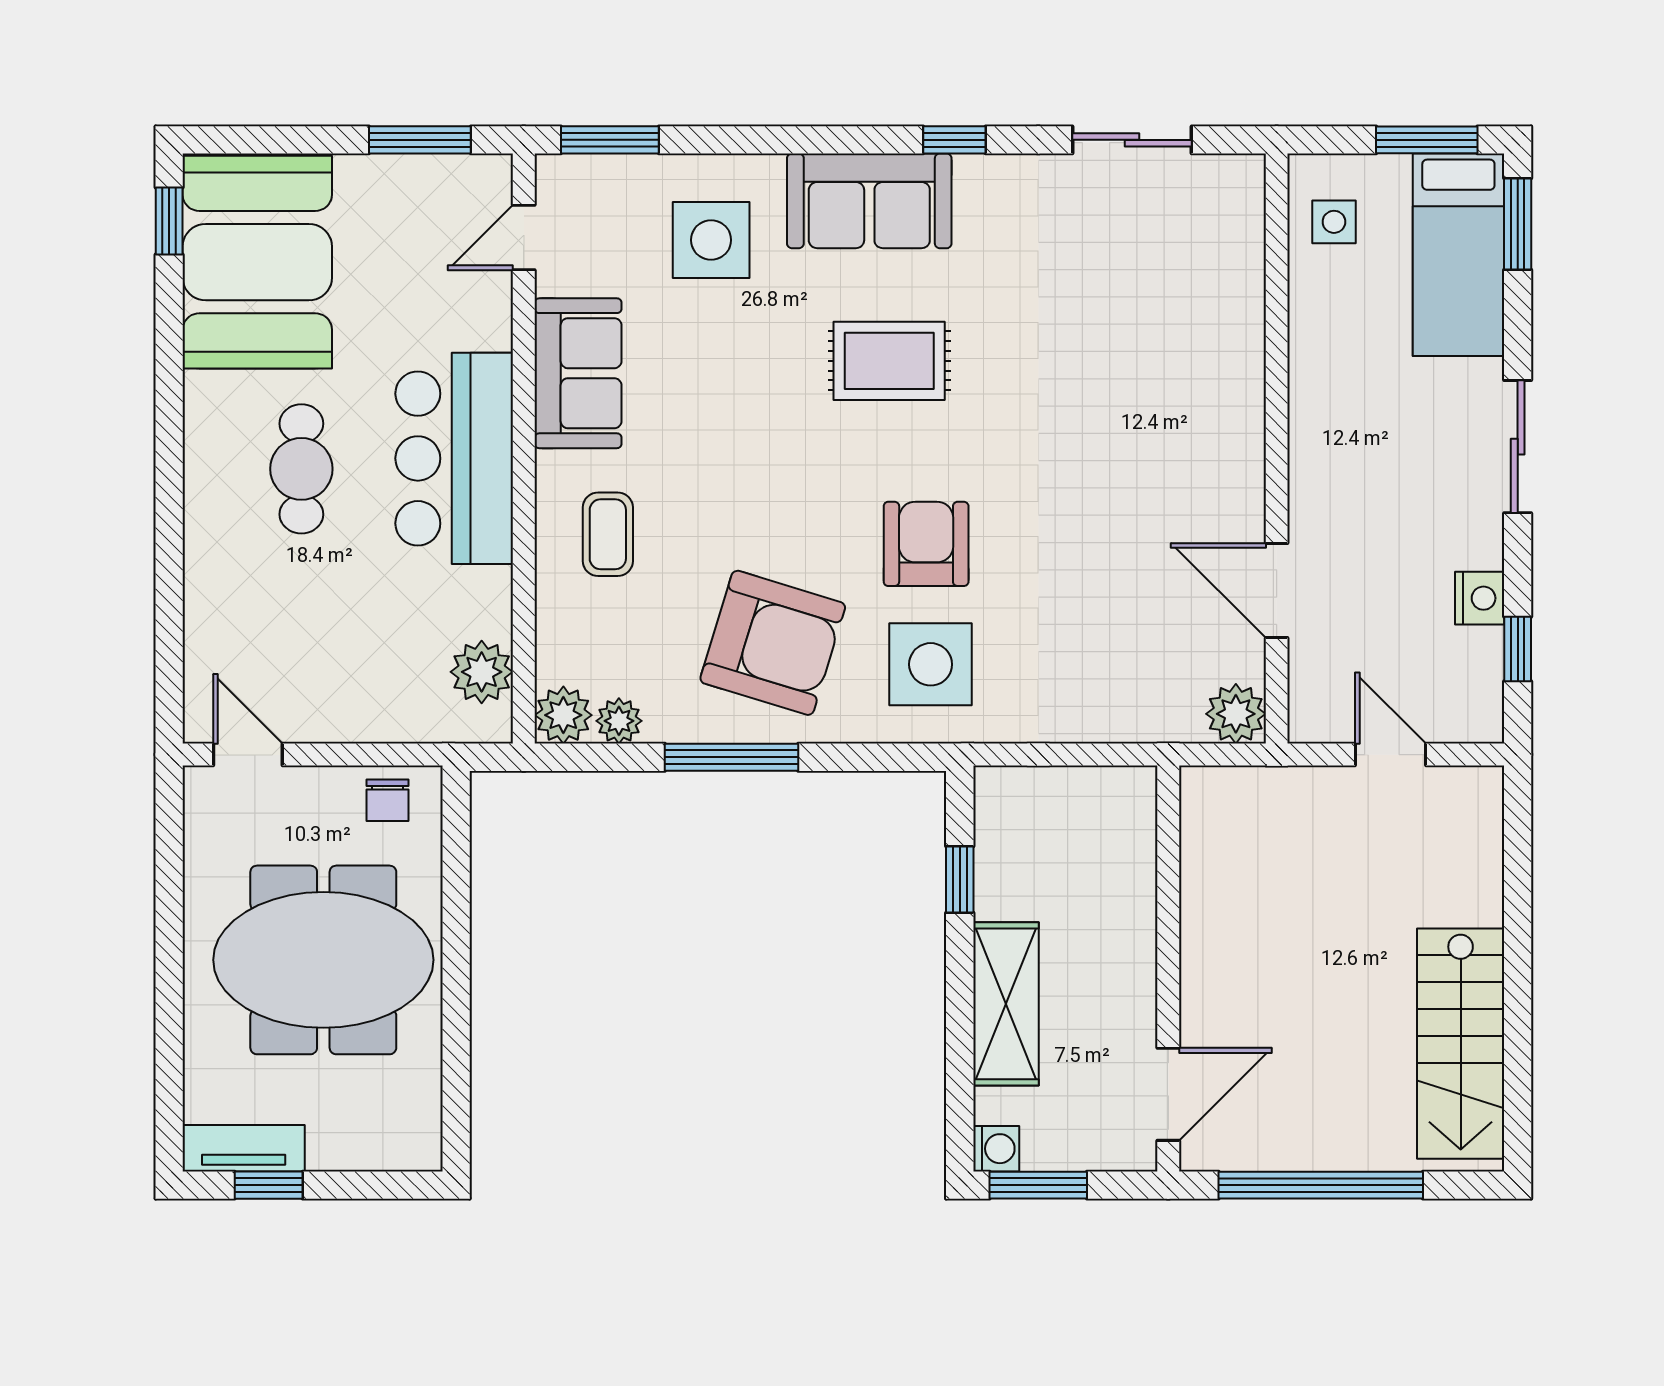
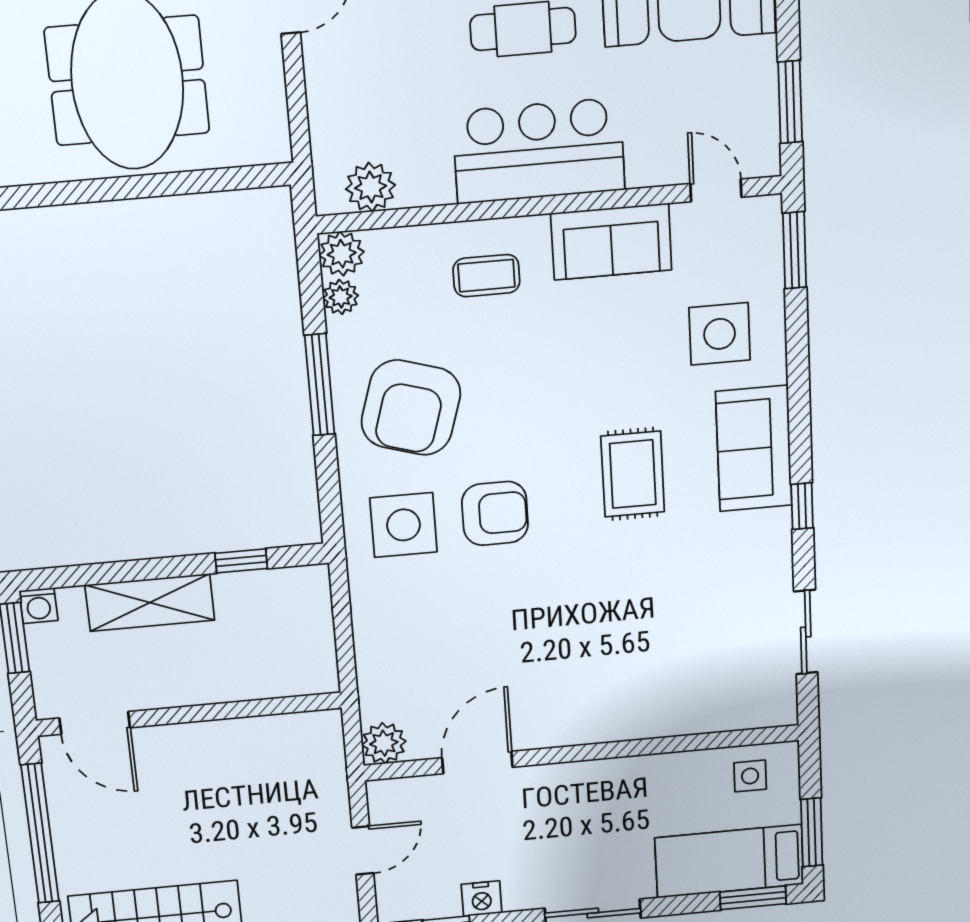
chair: (387, 800) -> (261, 121), removed

